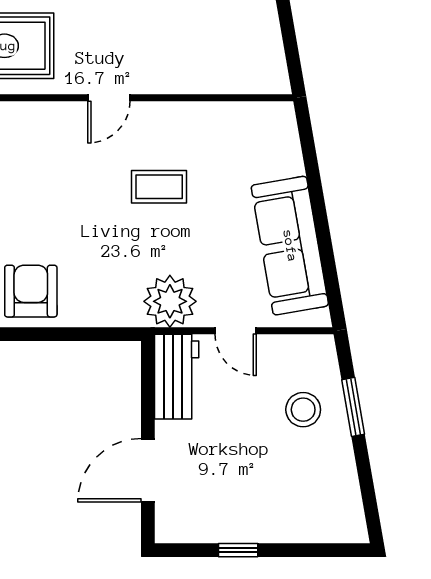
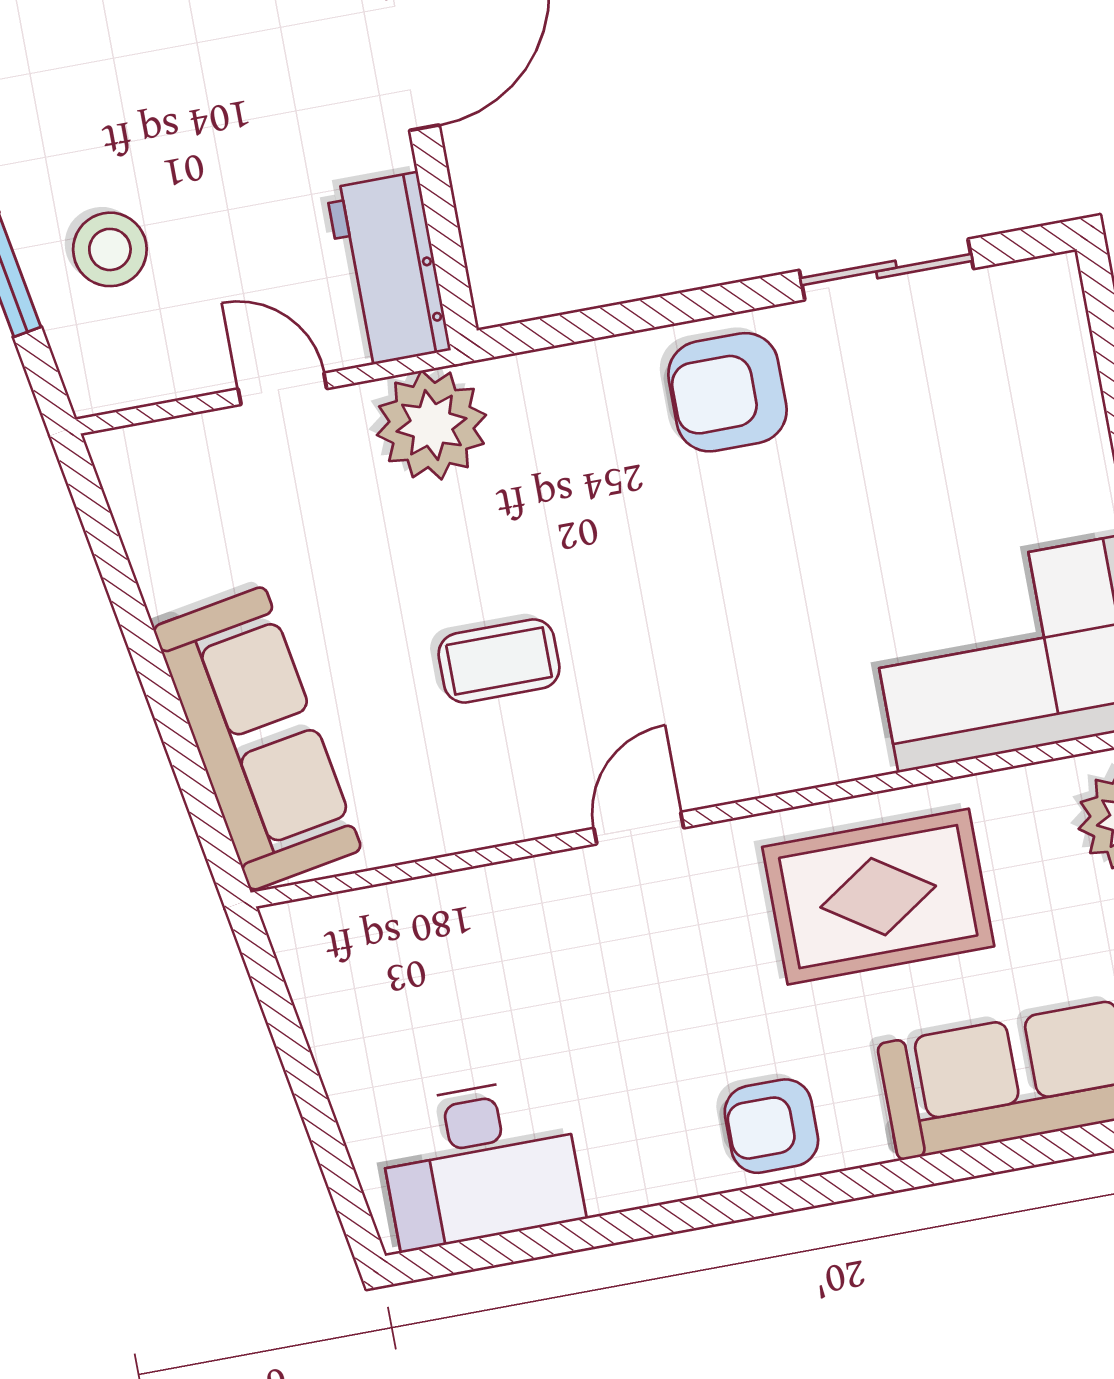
sofa: (290, 246) -> (257, 738), moved
armchair: (31, 291) -> (727, 392), turned 90

